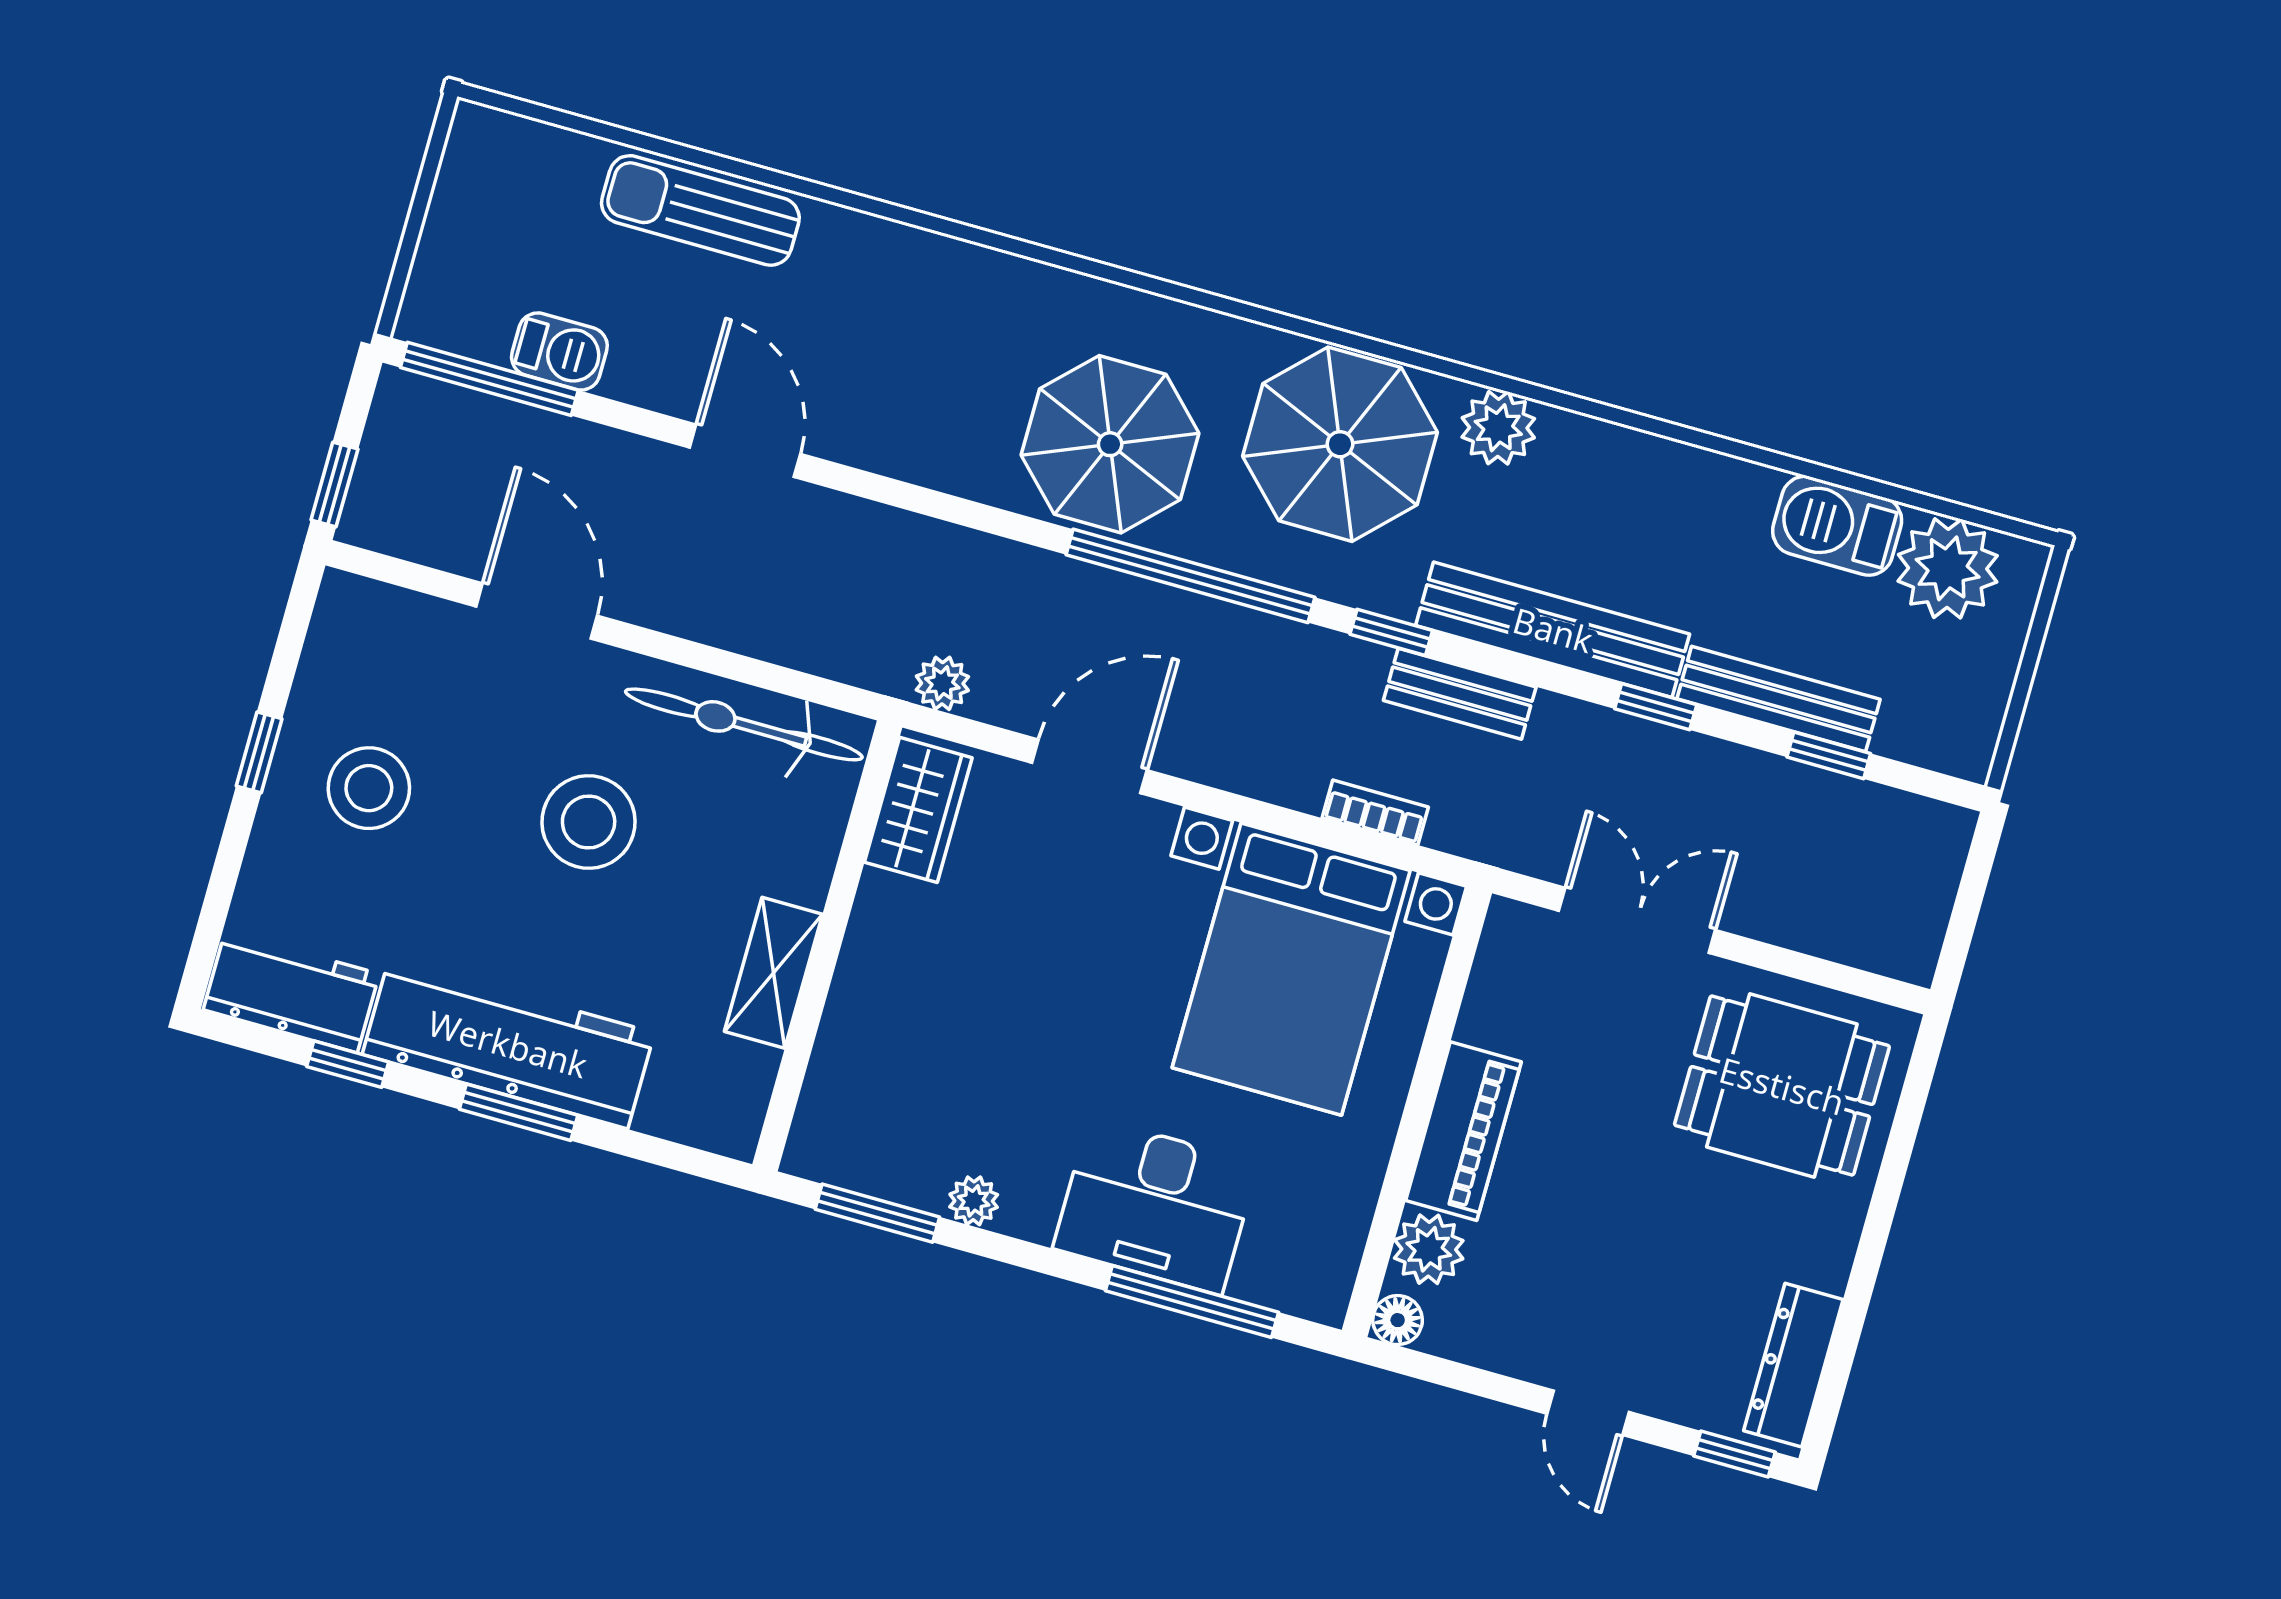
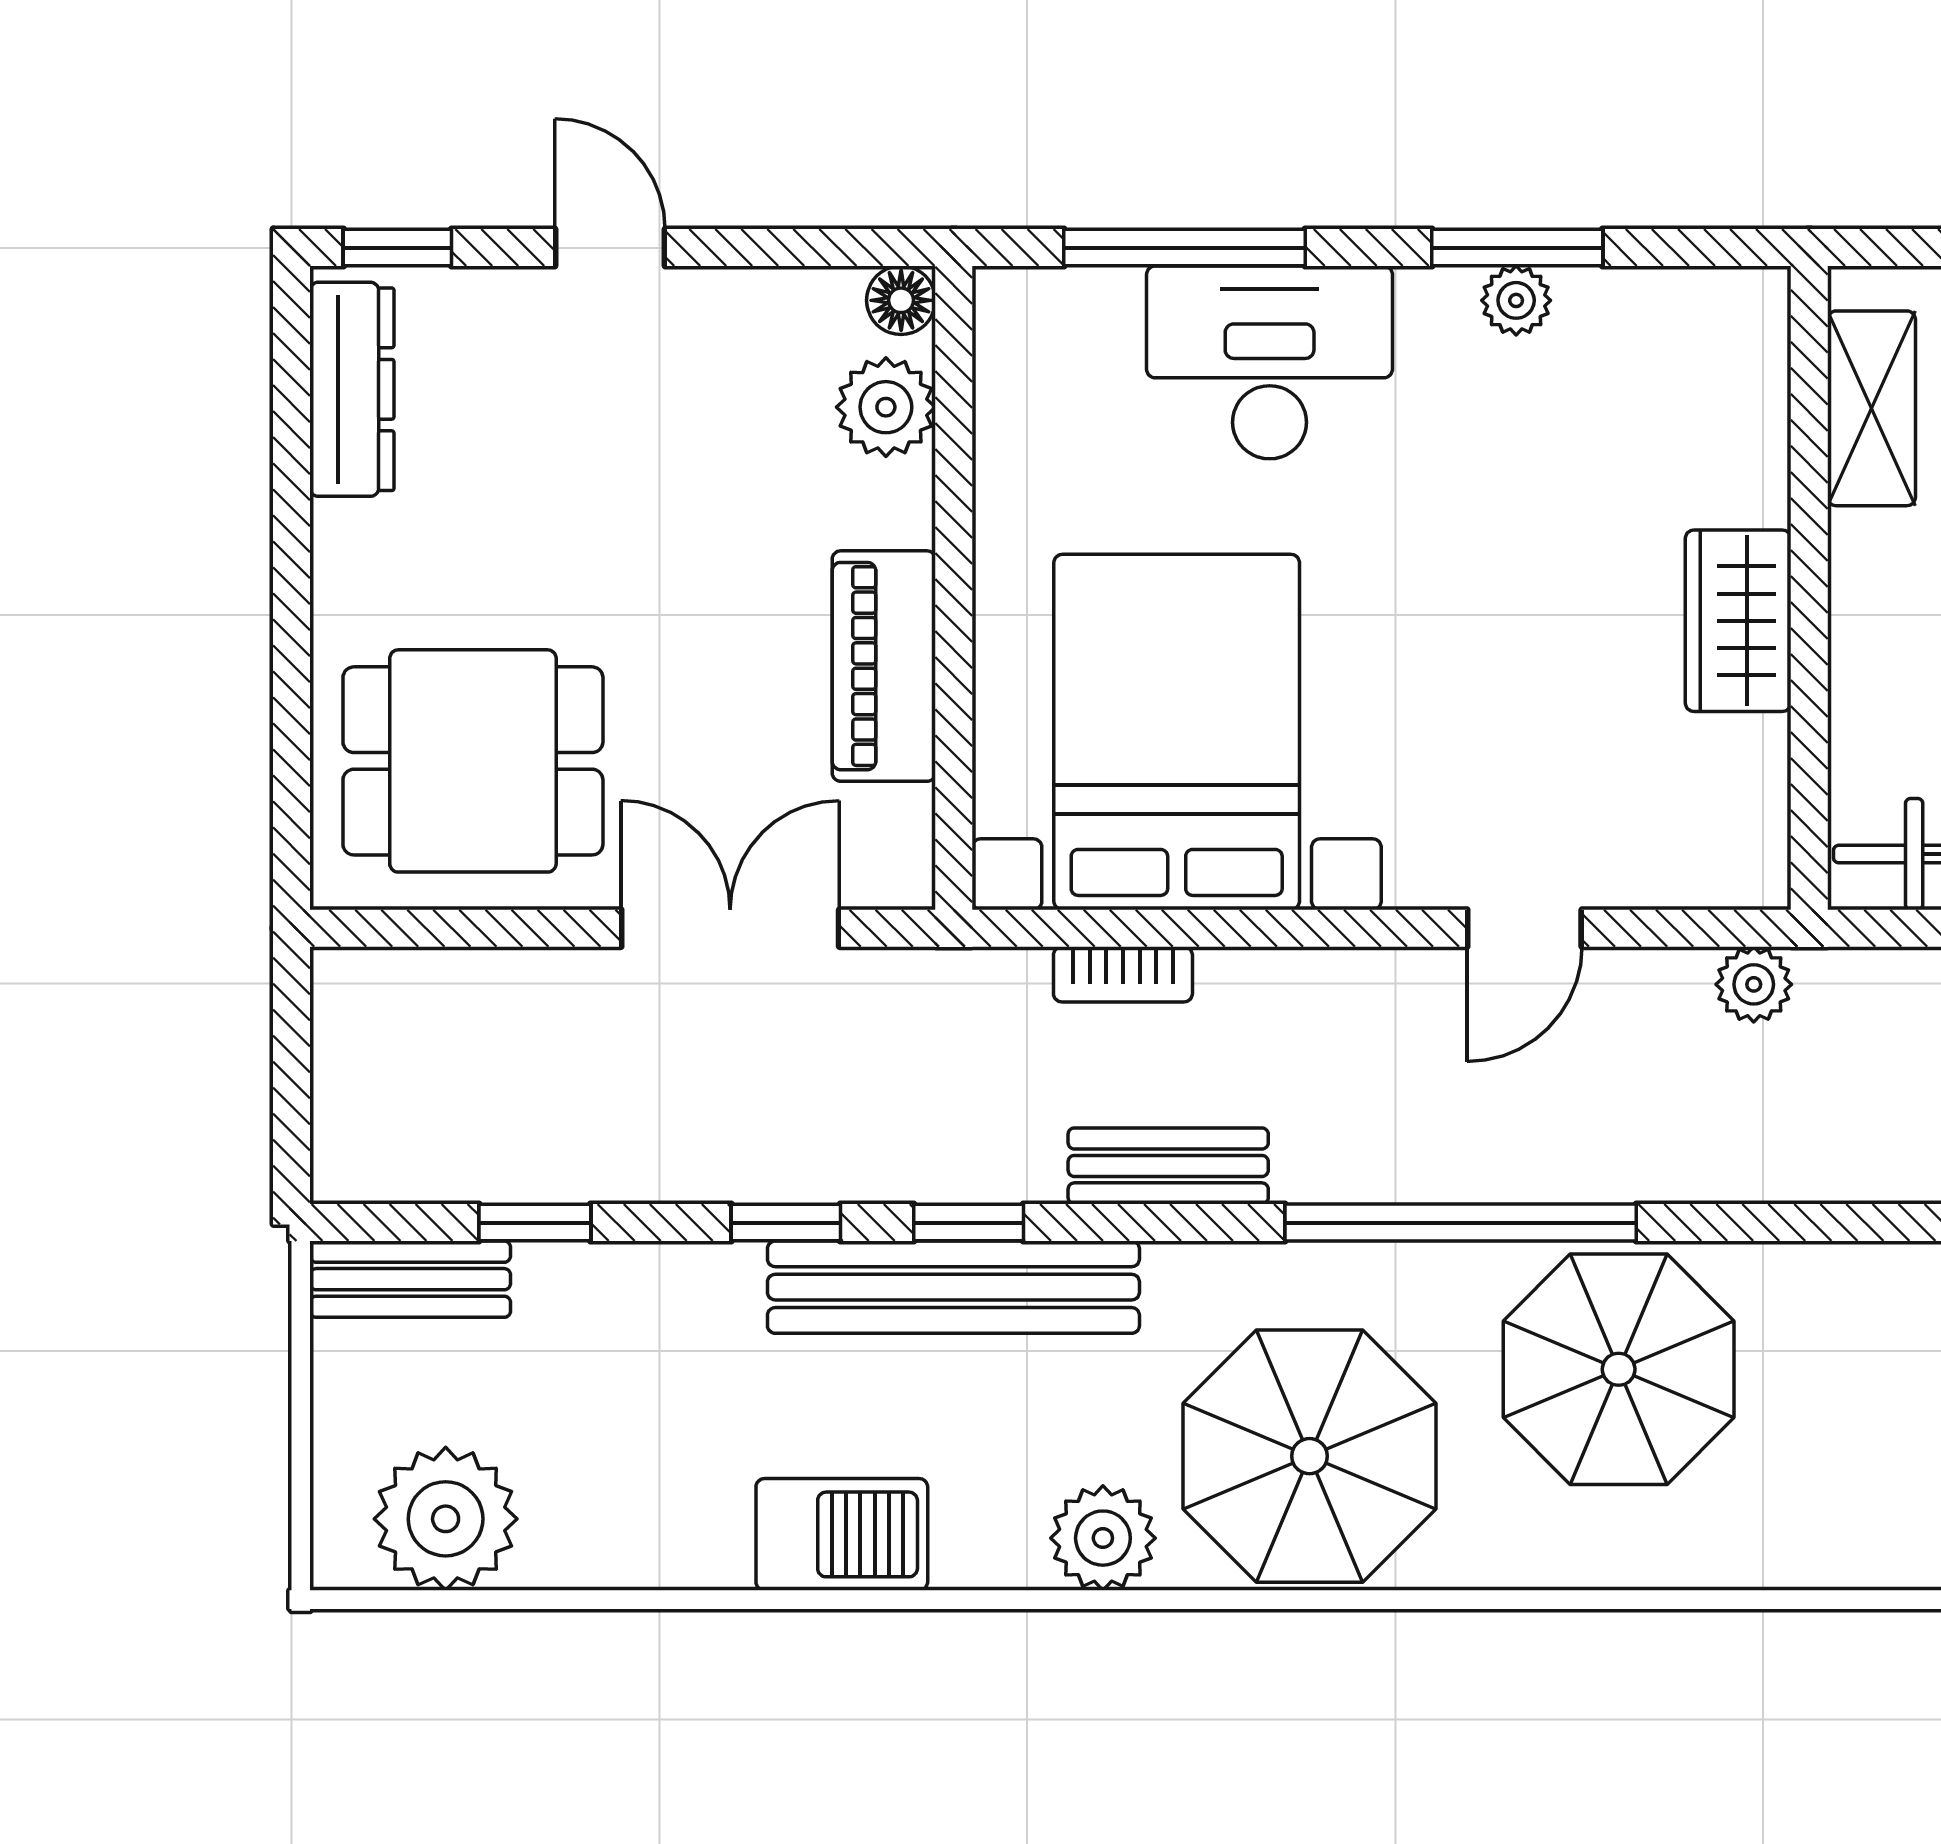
barbecue: (1837, 526) -> (842, 1534), moved
window: (1391, 632) -> (969, 1223), moved
bench: (1460, 694) -> (1168, 1166), moved
bench: (1779, 699) -> (410, 1279), moved, width x0.73
door: (1090, 766) -> (1524, 928), width x0.73
wardrobe: (918, 810) -> (1738, 621), moved
double door: (1637, 920) -> (730, 928), swing flipped
shelving: (773, 973) -> (1871, 408), moved
piano: (1464, 1131) -> (884, 666), moved
window: (877, 1213) -> (1517, 248), moved

